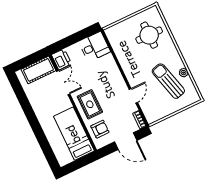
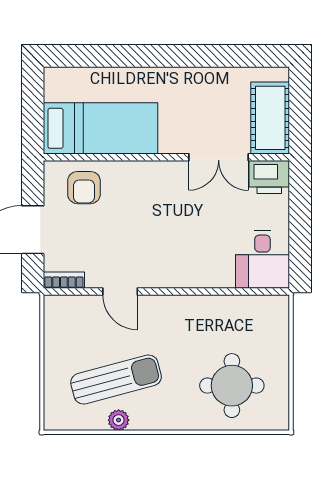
rug: (90, 104) -> (146, 191), removed

